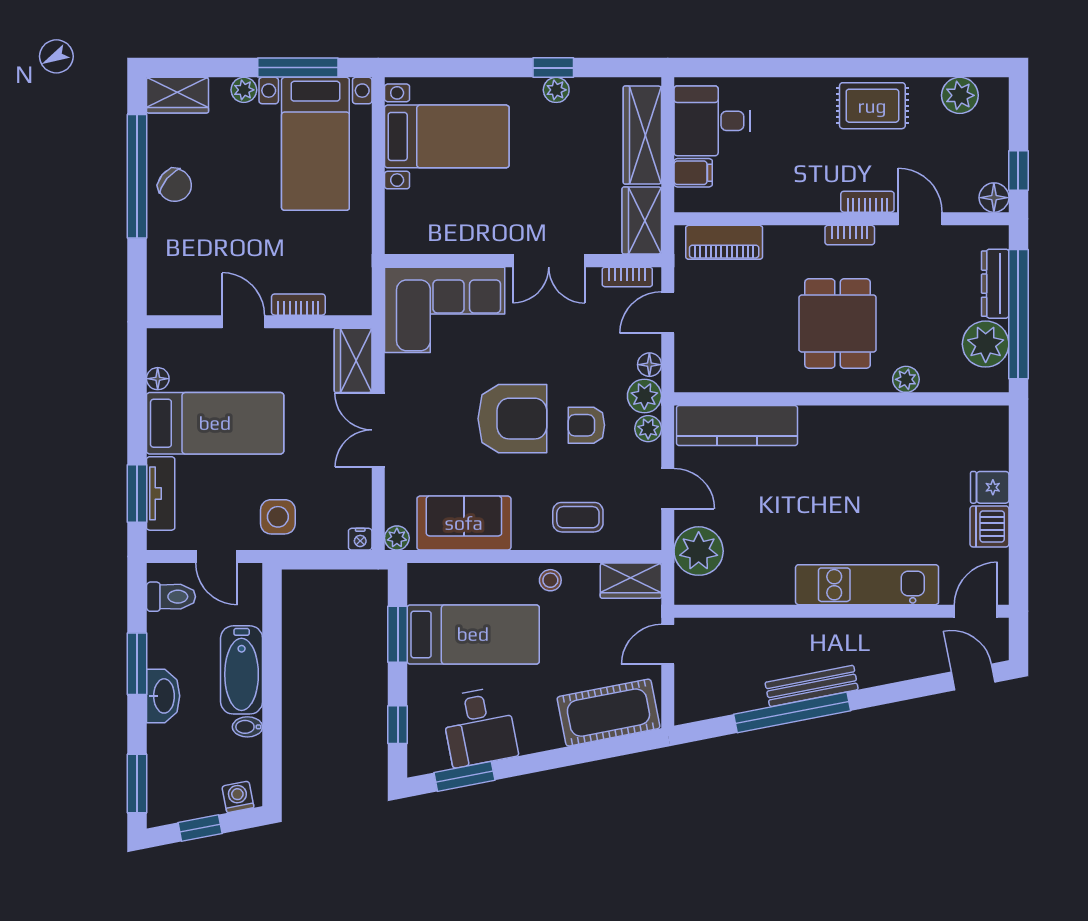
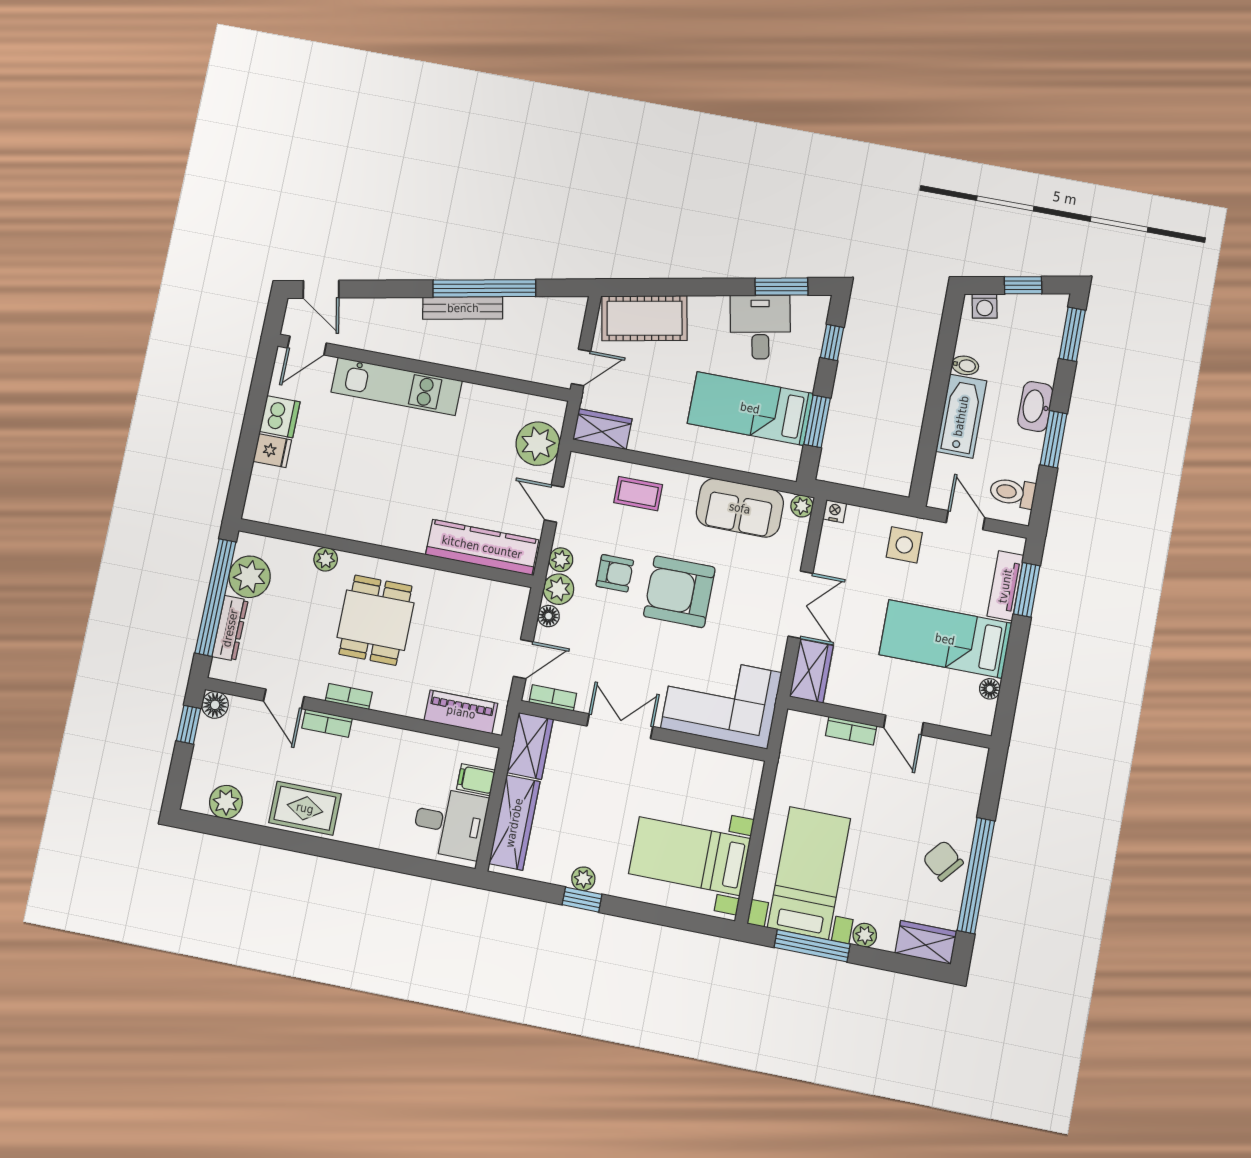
stool: (550, 580) -> (673, 443), removed

